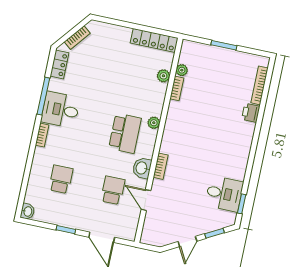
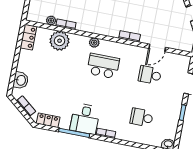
locker: (154, 40) -> (28, 37), width x0.66
plant: (163, 76) -> (60, 41), width x1.88, depth x1.88
washbasin: (142, 168) -> (21, 80), moved, turned -90

